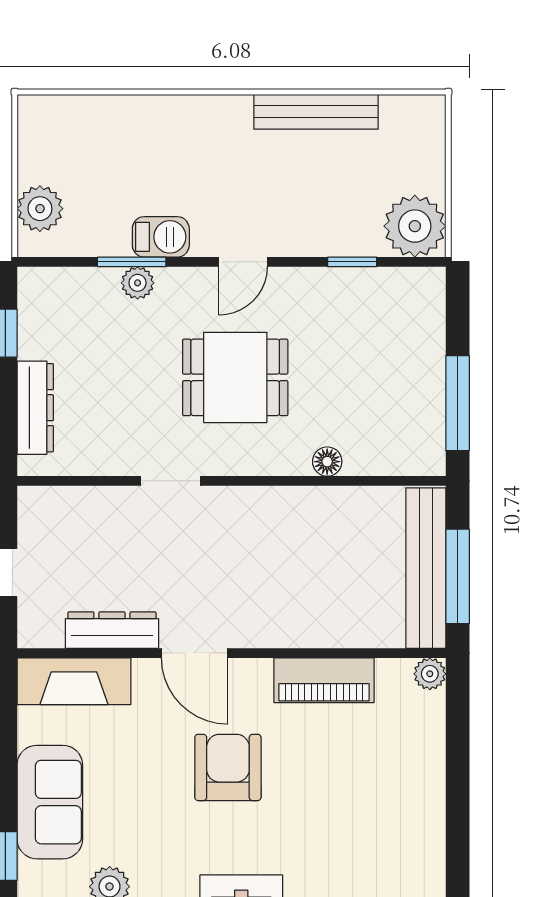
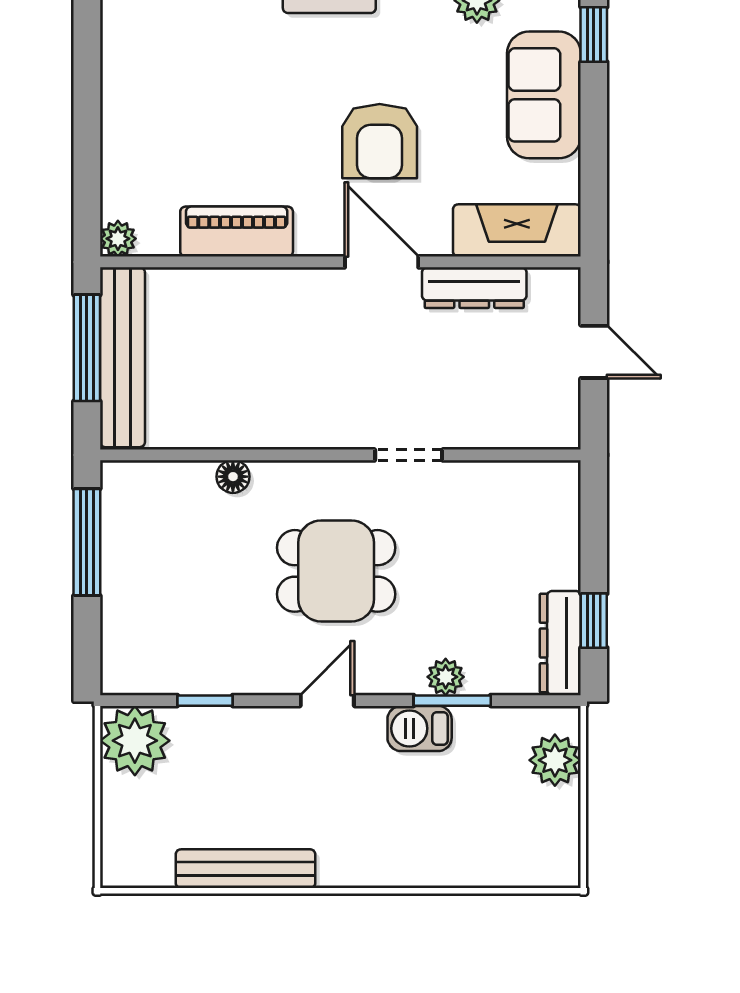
dresser: (35, 408) -> (560, 643), moved
armchair: (228, 767) -> (380, 141), moved

